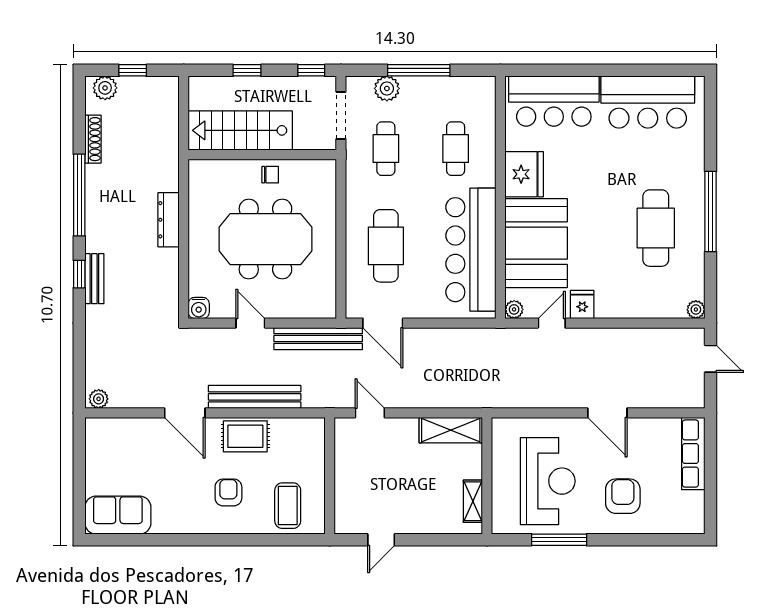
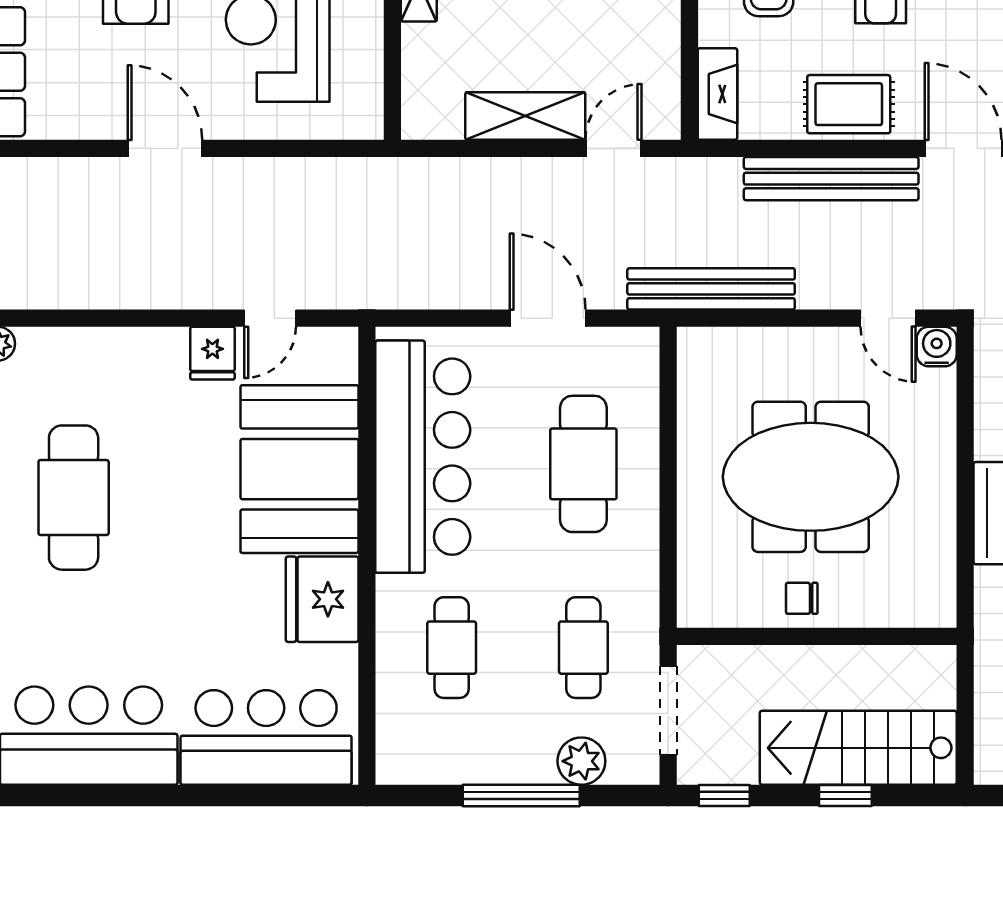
stairs: (240, 130) -> (858, 748), moved, turned 180
plant: (514, 309) -> (341, 344), removed
door: (250, 323) -> (888, 318), moved
door: (383, 323) -> (548, 318), moved
door: (370, 413) -> (614, 148), swing flipped
shelving: (451, 430) -> (525, 116), moved
fireplace: (315, 442) -> (717, 94), added

